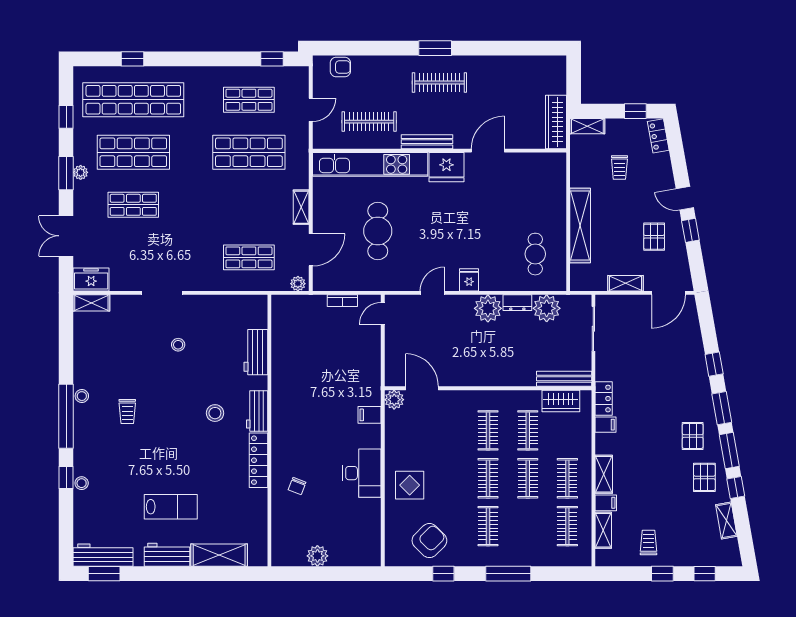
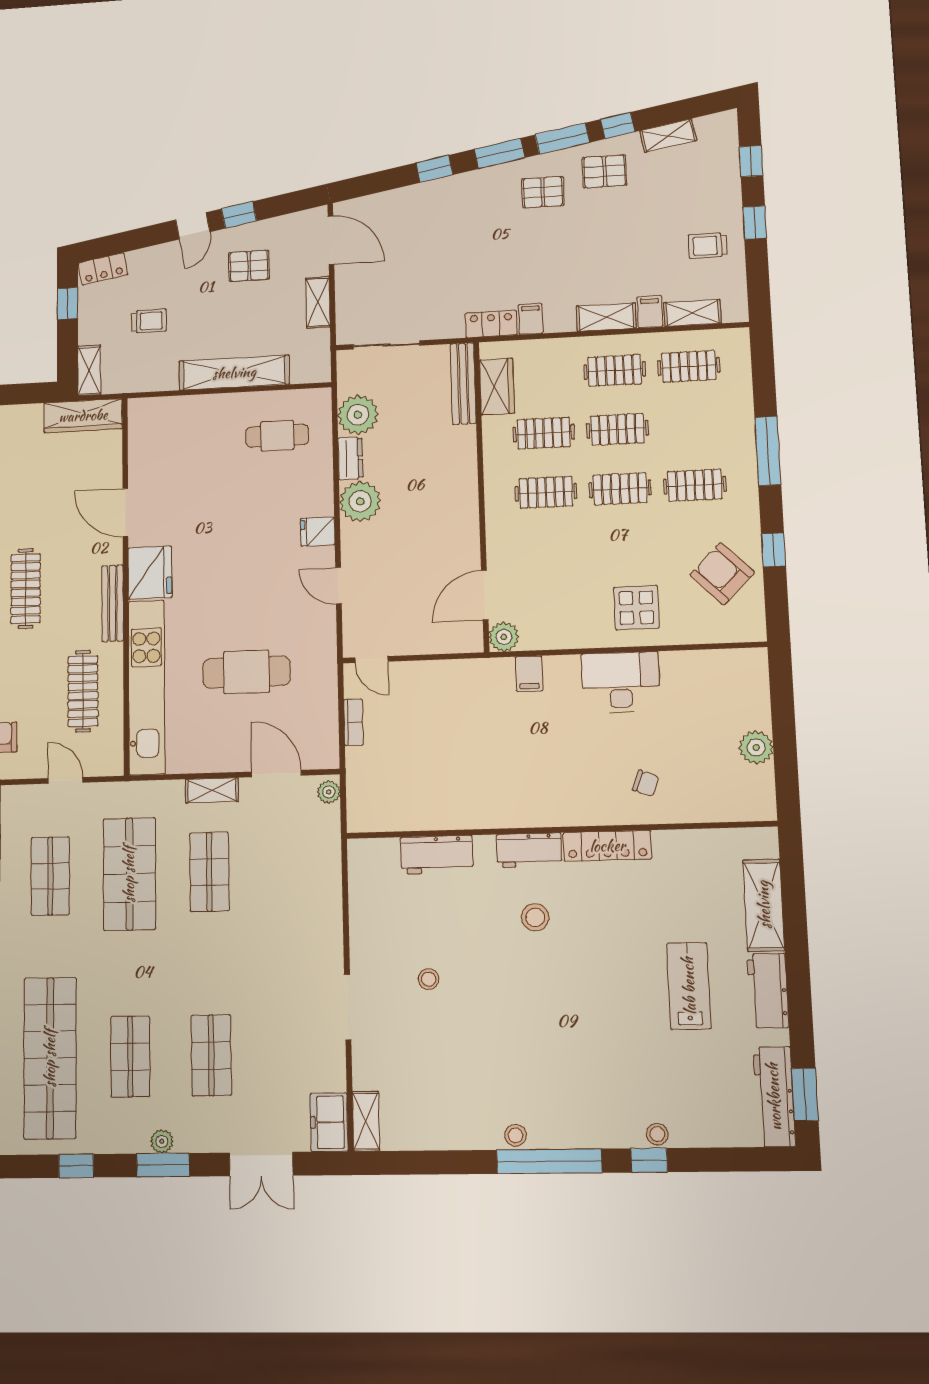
shop shelf: (133, 152) -> (130, 1057), width x0.70, depth x0.74
shop shelf: (249, 257) -> (209, 872), moved
trolley: (127, 412) -> (538, 1060), removed

